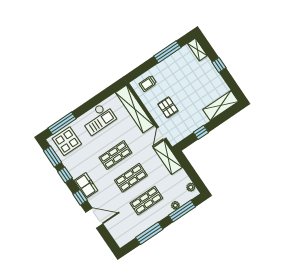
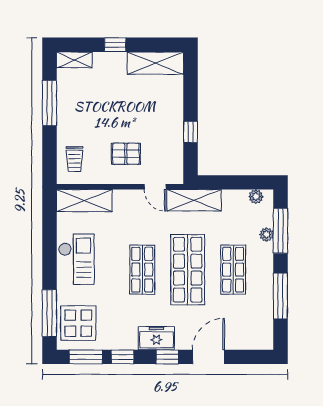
shelving: (221, 105) -> (155, 63), moved, turned 90
shelving: (135, 109) -> (84, 201), width x0.68
shop shelf: (131, 178) -> (188, 270), width x1.43, depth x1.36

